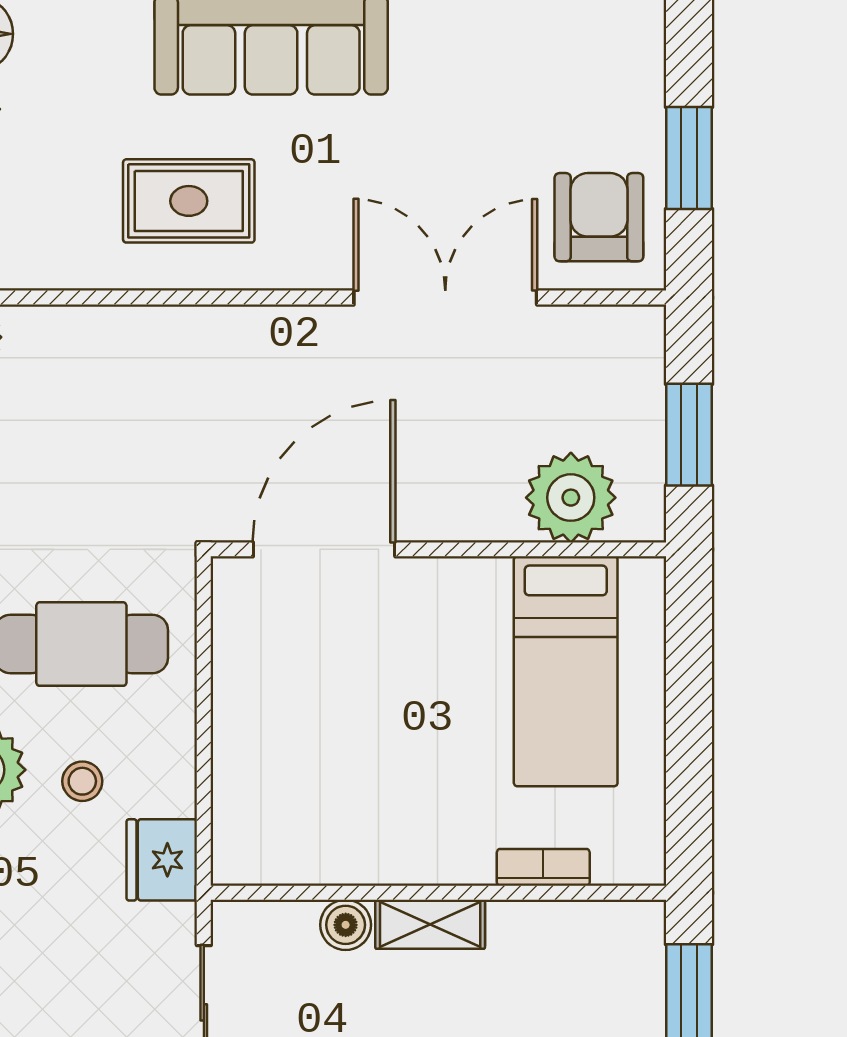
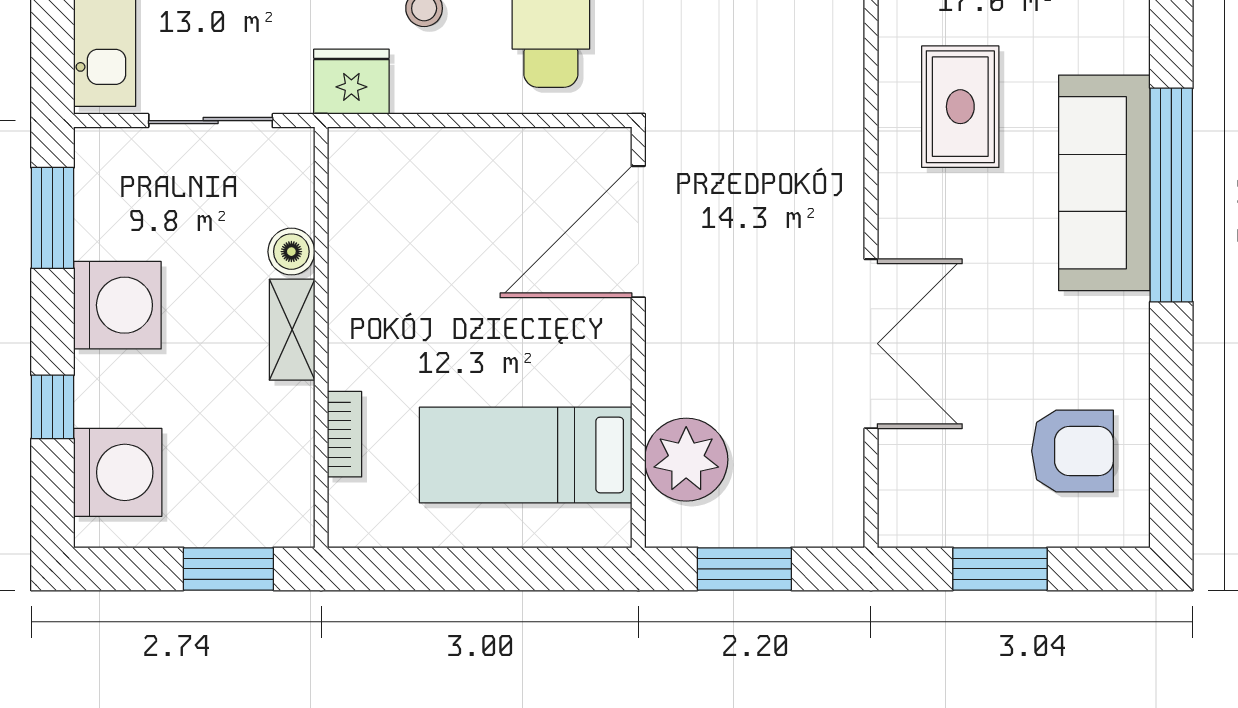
armchair: (599, 217) -> (1073, 451), moved
door: (324, 549) -> (638, 232), swing flipped

